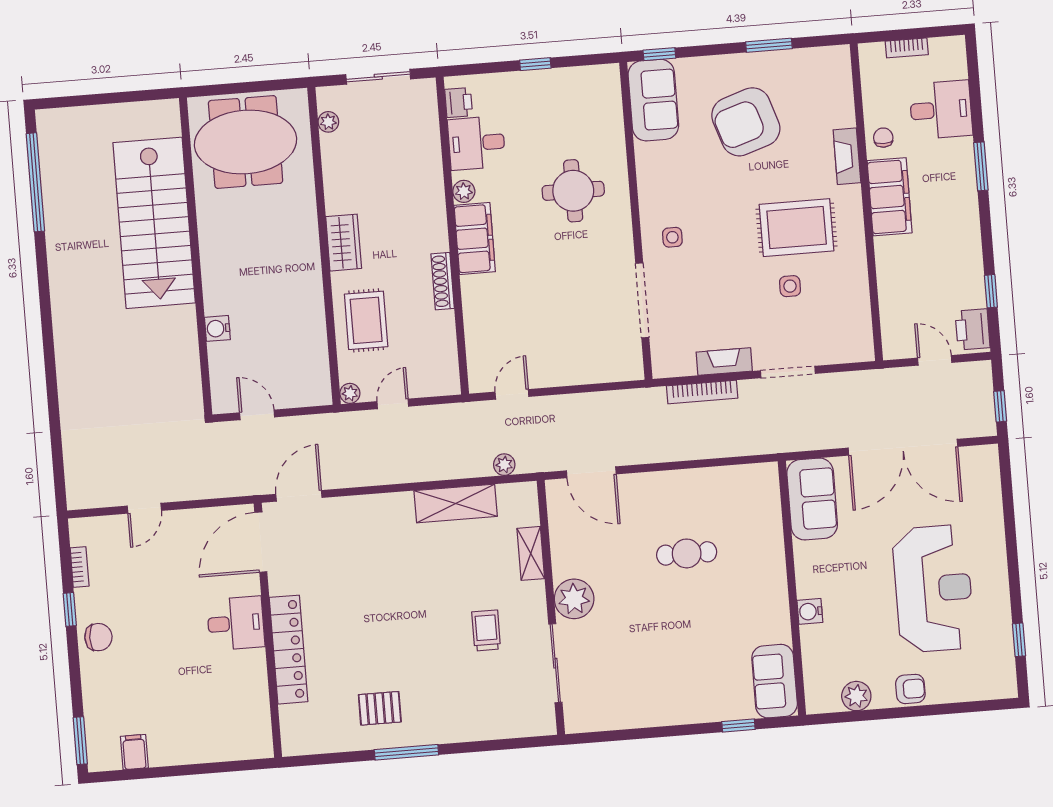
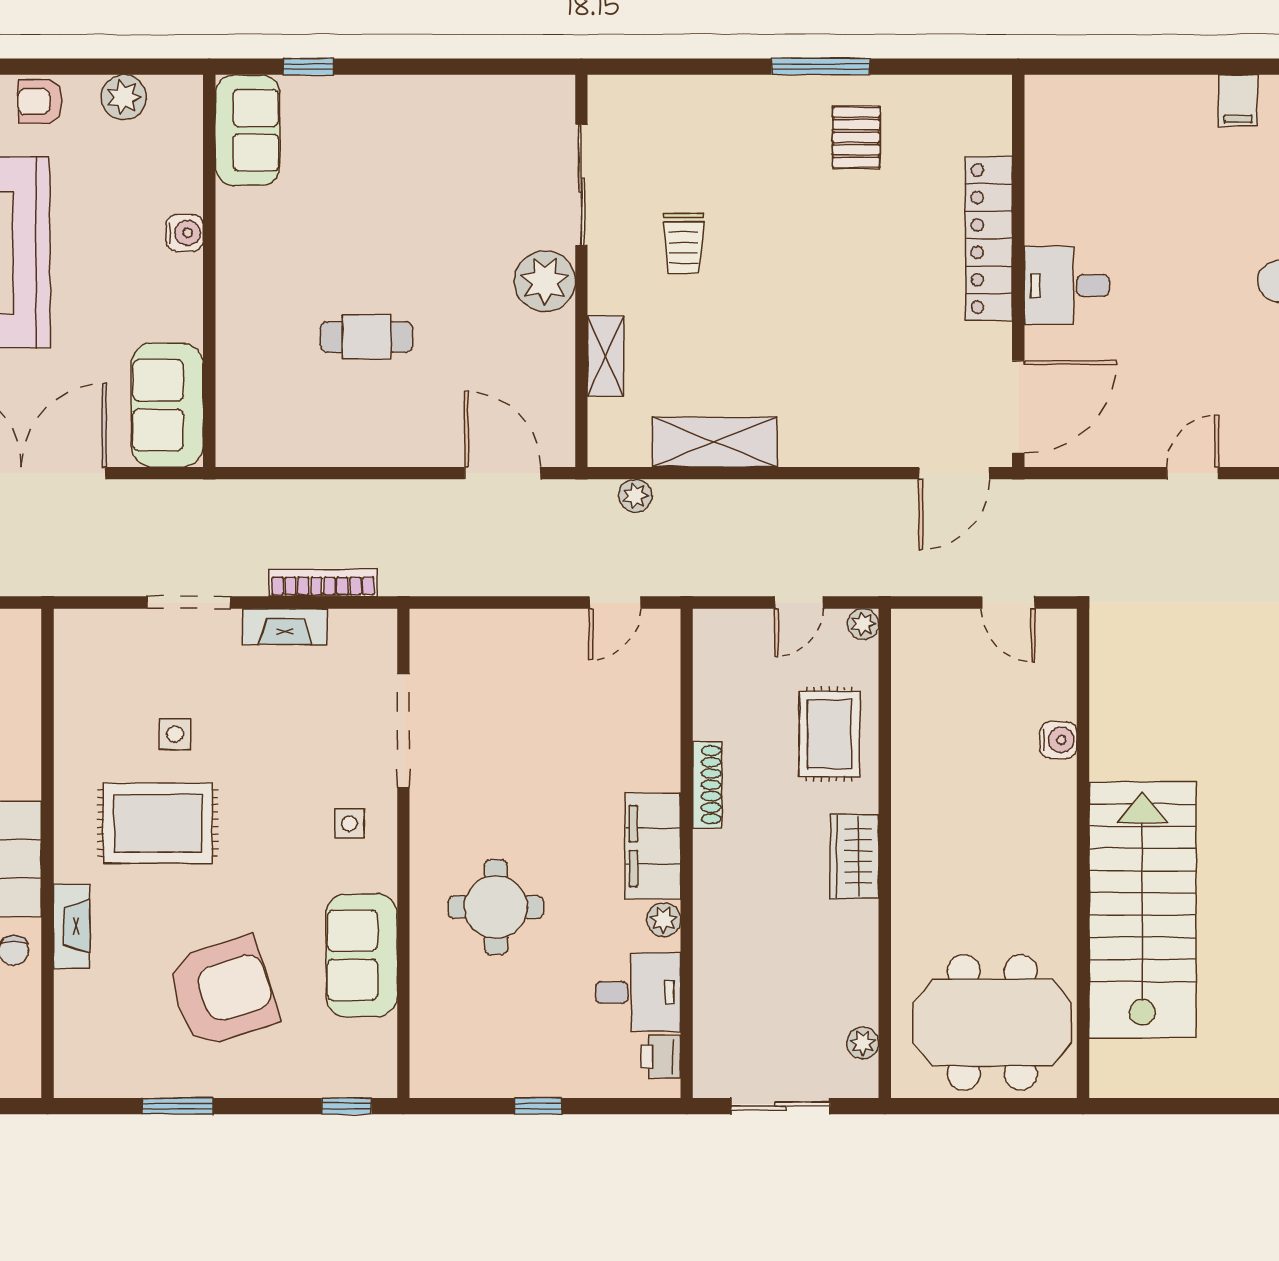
sofa: (653, 100) -> (362, 955), moved
pallet: (380, 708) -> (856, 137), turned 90

